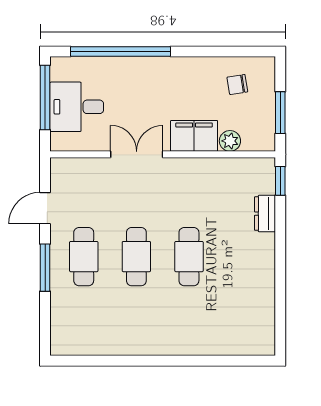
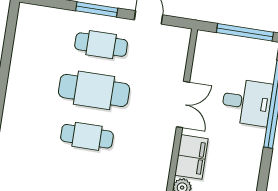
desk: (77, 107) -> (247, 102), moved, turned 90
cafe table: (136, 257) -> (94, 90), width x1.37, depth x1.35

